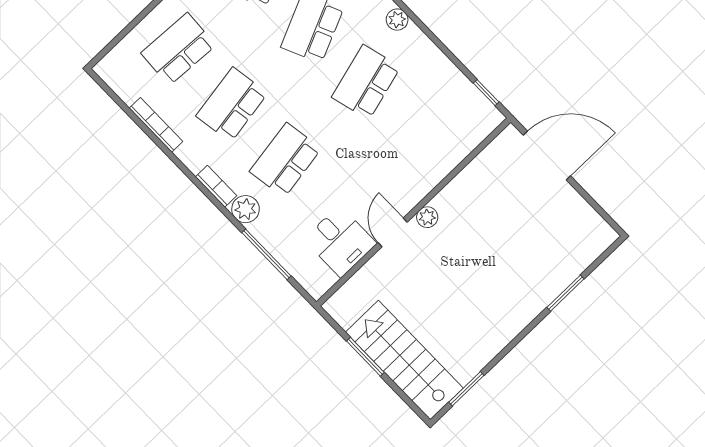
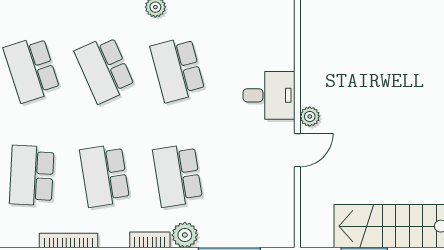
door: (393, 232) -> (297, 150), swing flipped
desk: (340, 241) -> (269, 95), moved

